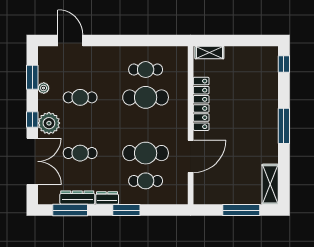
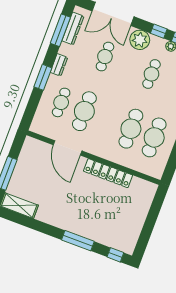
shelving: (209, 52) -> (148, 196), removed
cafe table: (146, 70) -> (154, 137), width x1.37, depth x1.35
window: (32, 119) -> (159, 31), moved
window: (284, 126) -> (78, 241), moved
dresser: (77, 198) -> (73, 29), moved

